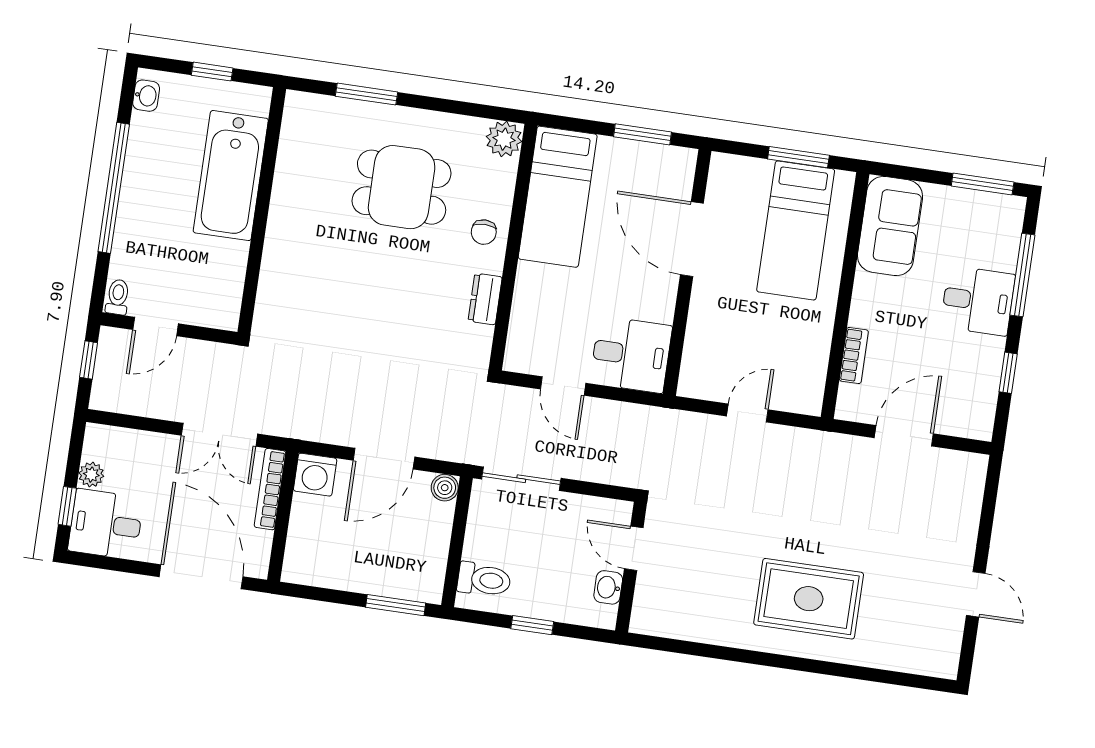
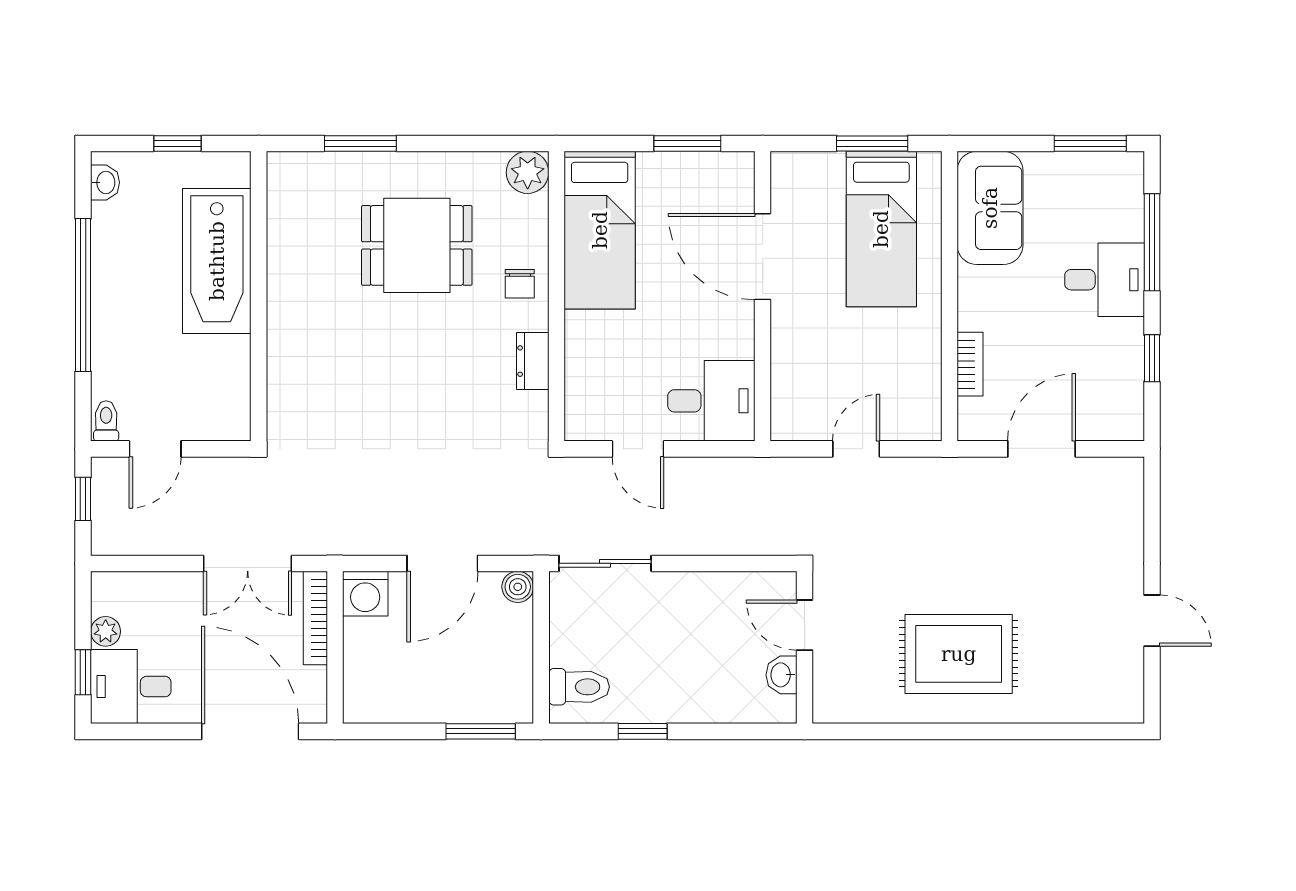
door: (634, 548) -> (805, 625), moved
wall: (631, 567) -> (805, 647), moved
washbasin: (608, 587) -> (782, 675), moved

